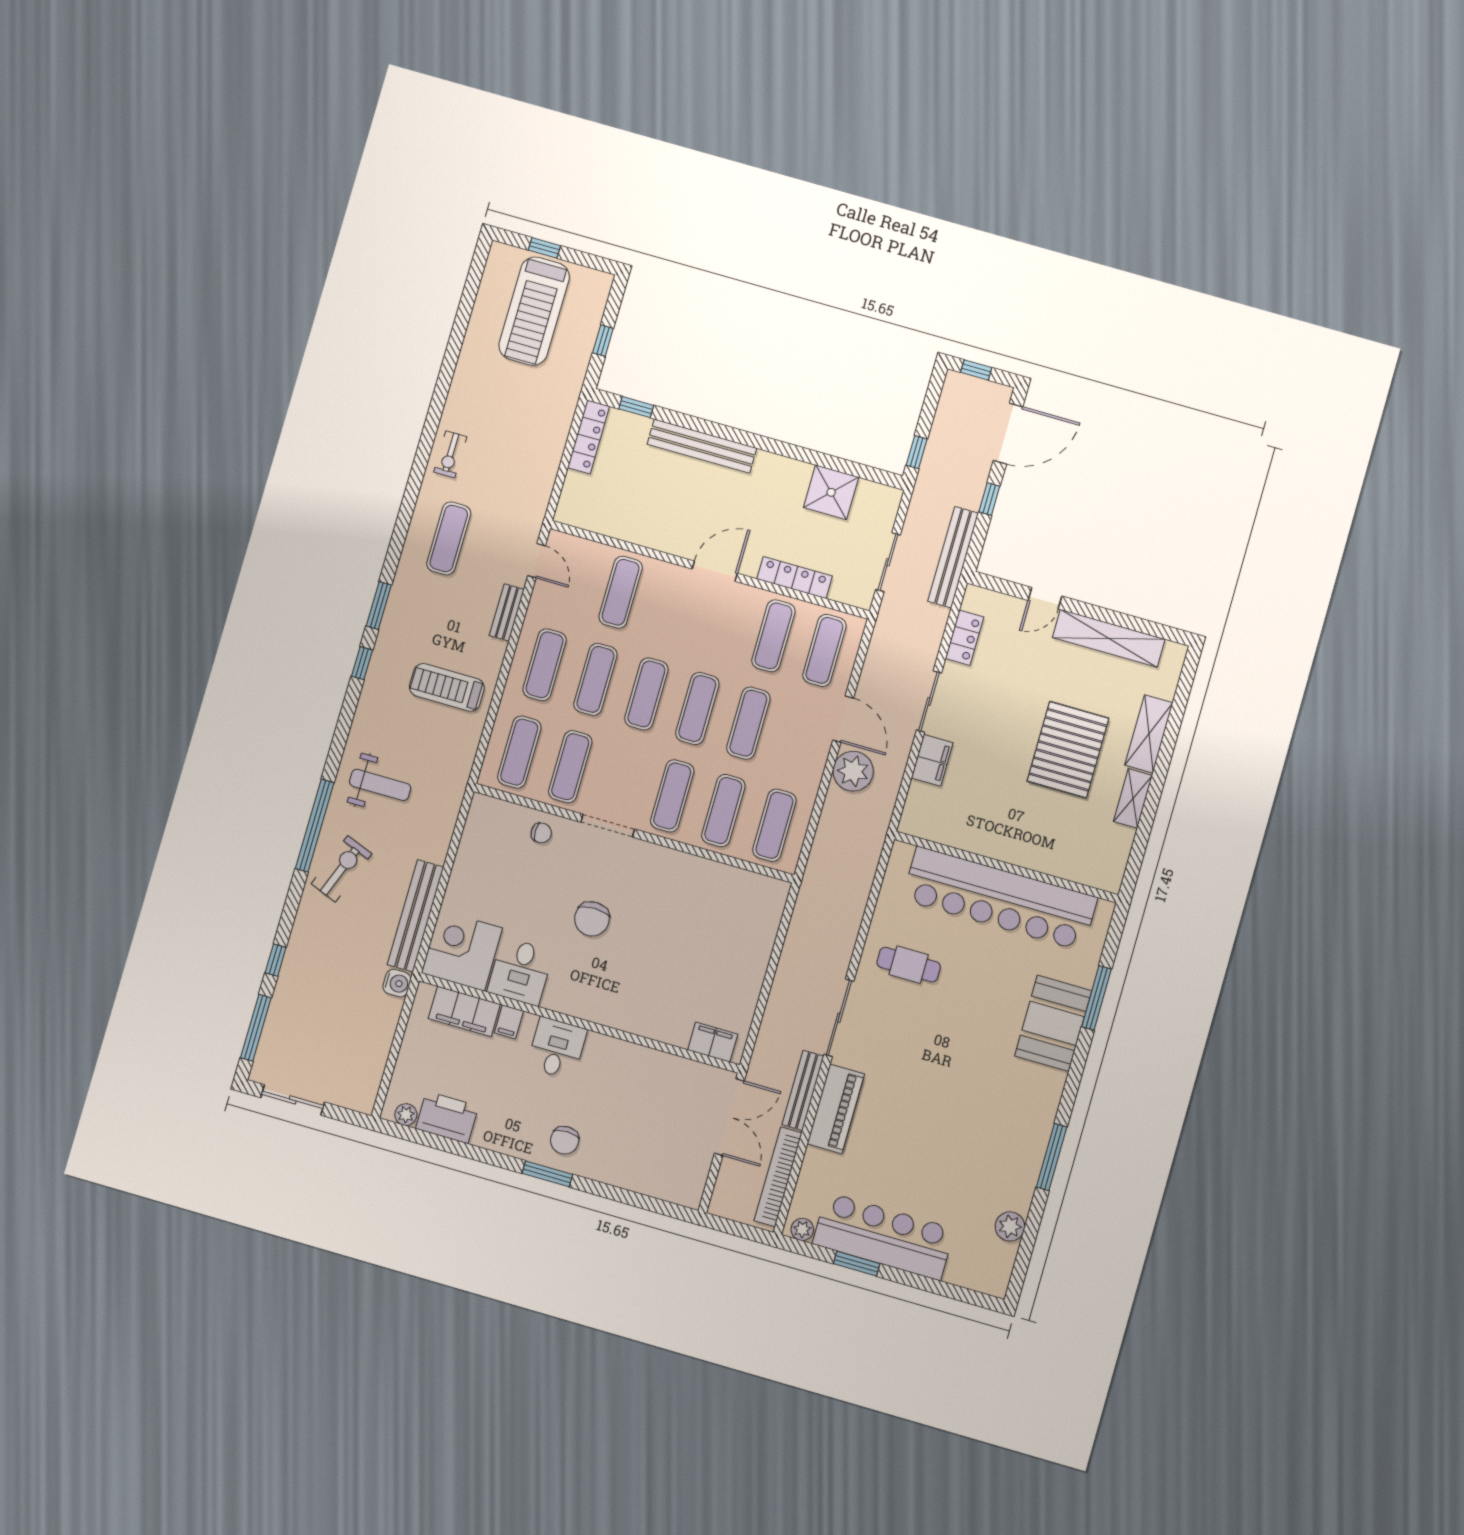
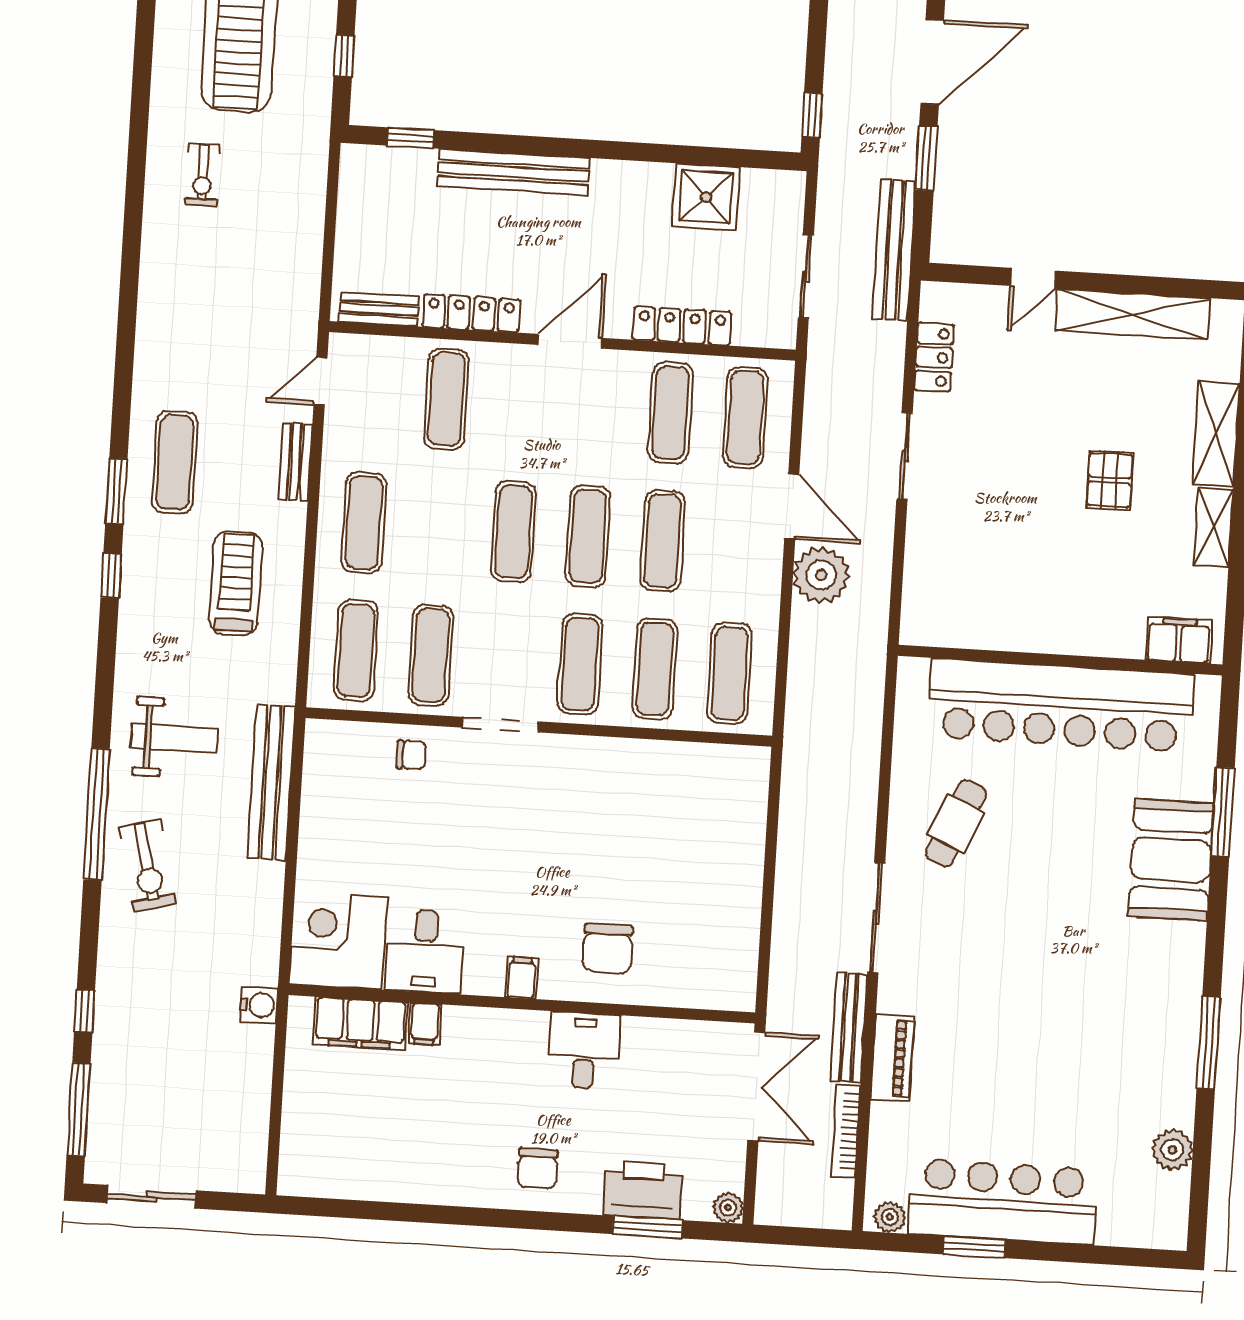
locker: (589, 437) -> (471, 313), moved, turned -90
exercise bike: (450, 454) -> (203, 175), moved
window: (989, 499) -> (926, 158), width x1.50
bench: (588, 520) -> (379, 309), added
exercise mat: (449, 538) -> (175, 462), moved
door: (537, 561) -> (320, 381), swing flipped
exercise mat: (595, 679) -> (439, 527), removed
treadmill: (447, 687) -> (236, 583), turned 90
pallet: (1068, 750) -> (1110, 480), width x0.49, depth x0.50
filing cabinet: (932, 760) -> (1179, 640), moved, turned -90
exercise bike: (342, 869) -> (147, 865), turned 145
bench: (415, 916) -> (271, 782), moved
chair: (592, 919) -> (608, 949), moved
cafe table: (909, 965) -> (956, 823), turned -67
filing cabinet: (713, 1042) -> (522, 978), moved, width x0.50
desk: (557, 1048) -> (584, 1051), moved
piano: (836, 1109) -> (892, 1058), width x0.73, depth x0.75
plant: (406, 1115) -> (728, 1208), moved
printer: (447, 1117) -> (643, 1190), moved
window: (547, 1174) -> (647, 1227), moved
bookcase: (778, 1177) -> (846, 1131), width x0.68, depth x0.76

